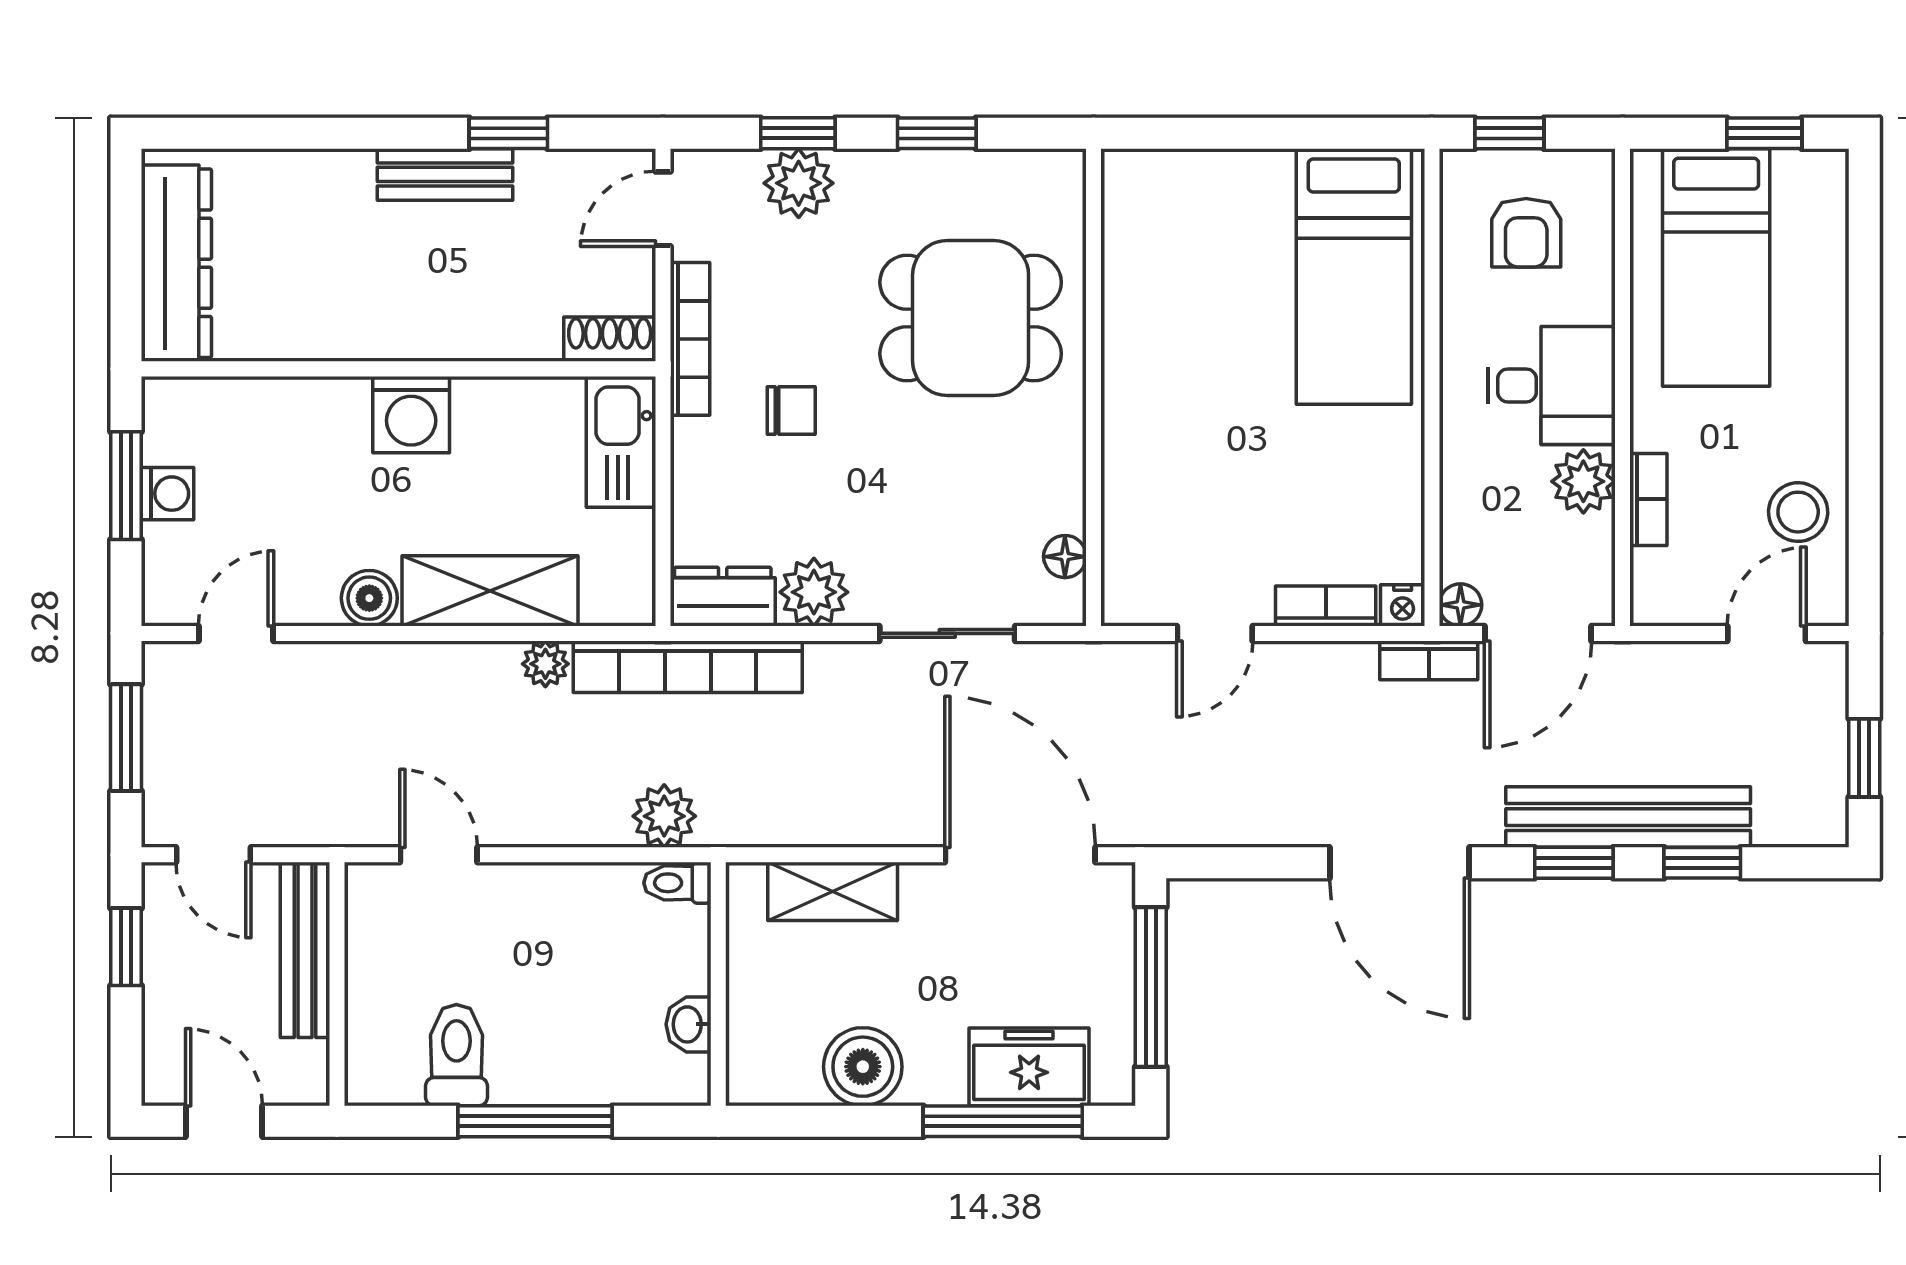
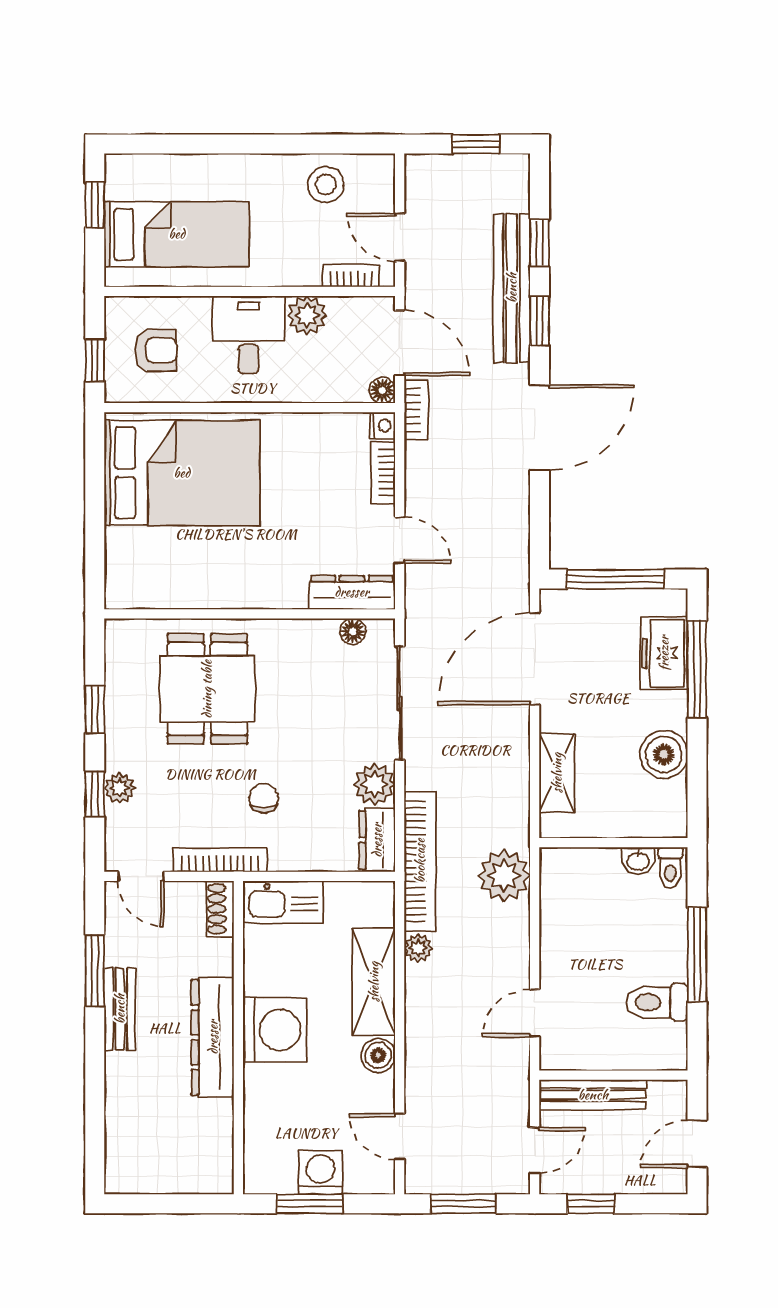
window: (508, 133) -> (95, 971), width x1.50
plant: (799, 183) -> (120, 788), width x0.73, depth x0.73
dresser: (176, 263) -> (213, 1037), moved, turned -90
bed: (1354, 276) -> (182, 473), width x1.50
washing machine: (411, 415) -> (275, 1030), width x1.37, depth x1.37
washing machine: (167, 494) -> (320, 1172), width x1.38, depth x1.38
bookcase: (1648, 499) -> (351, 276), moved
dresser: (1129, 555) -> (352, 592), added
sliding door: (947, 633) -> (400, 703), width x1.37
door: (1767, 633) -> (400, 237), moved
plant: (664, 816) -> (504, 876), width x1.36, depth x1.36
toilet: (677, 883) -> (670, 868), moved

